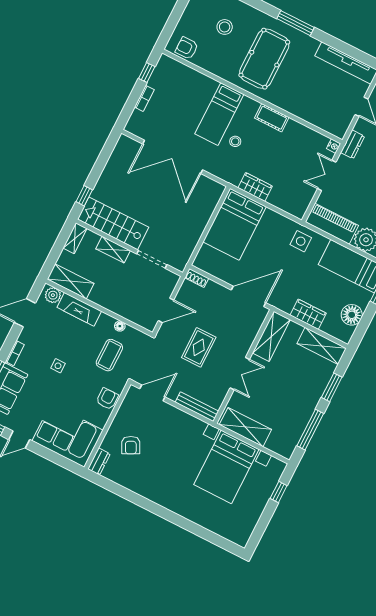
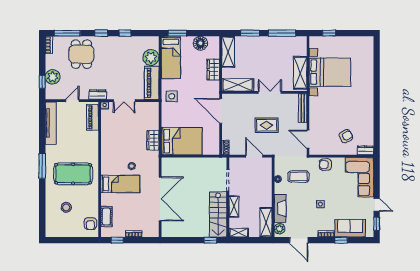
cot: (272, 118) -> (106, 216), moved
piano: (326, 122) -> (92, 117), added

